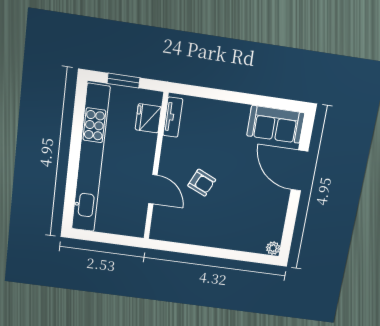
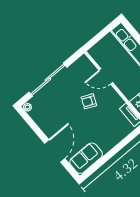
door: (299, 170) -> (55, 151), hinge flipped
sliding door: (219, 253) -> (48, 80), added

